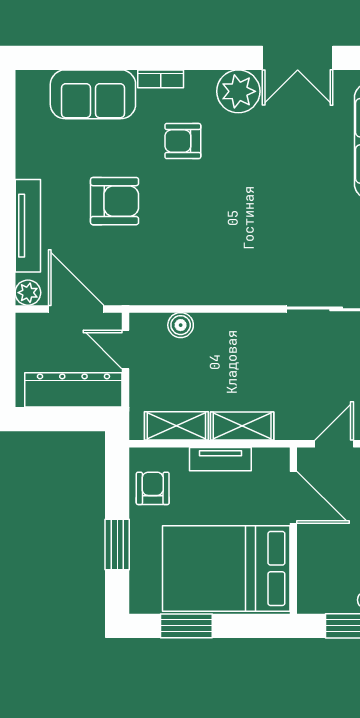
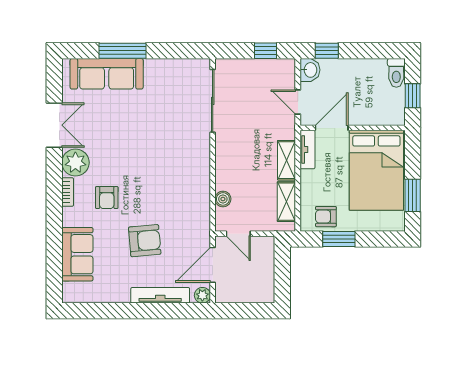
bookcase: (161, 79) -> (68, 192), moved
armchair: (115, 201) -> (145, 241), turned 85
door: (126, 349) -> (238, 234), hinge flipped
dresser: (73, 390) -> (264, 267), removed
tv unit: (220, 459) -> (307, 149), moved
window: (117, 544) -> (339, 239), moved

